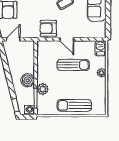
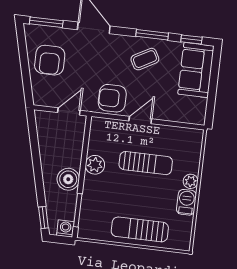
door: (13, 39) -> (69, 111), moved
door: (67, 39) -> (140, 120), swing flipped
barbecue: (100, 48) -> (186, 202), moved
plant: (43, 89) -> (95, 165), moved

